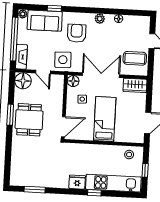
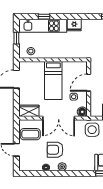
armchair: (77, 33) -> (55, 150), moved, turned 90
door: (63, 127) -> (89, 83), moved
window: (94, 193) -> (44, 17), moved

